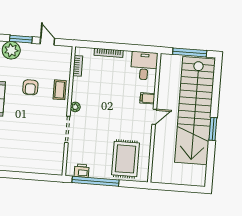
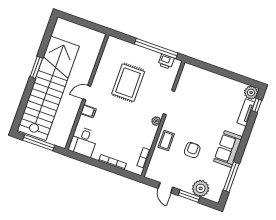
rug: (125, 159) -> (128, 83), moved

